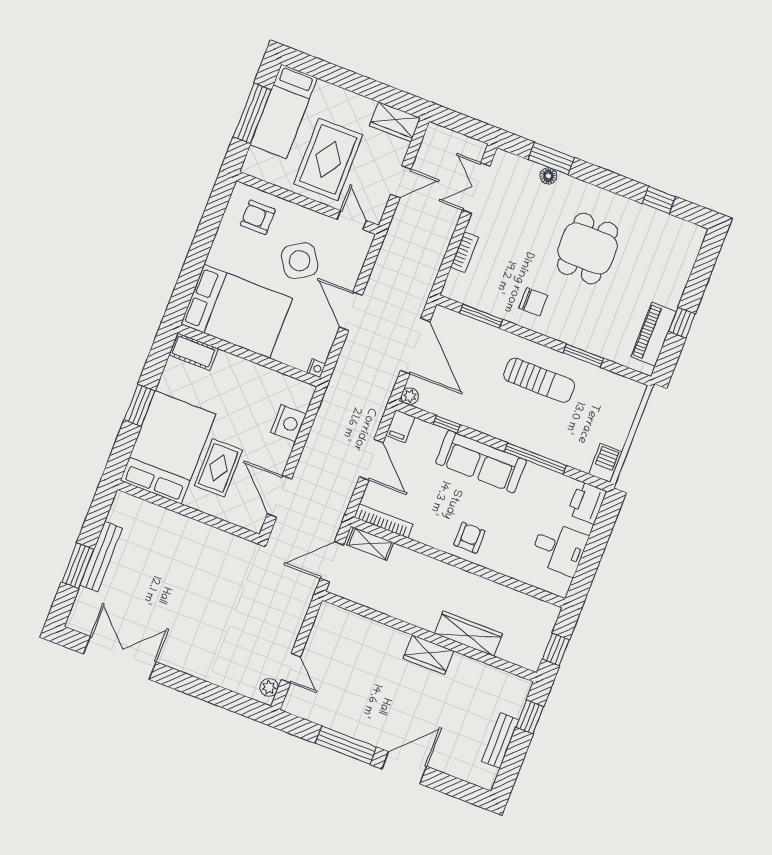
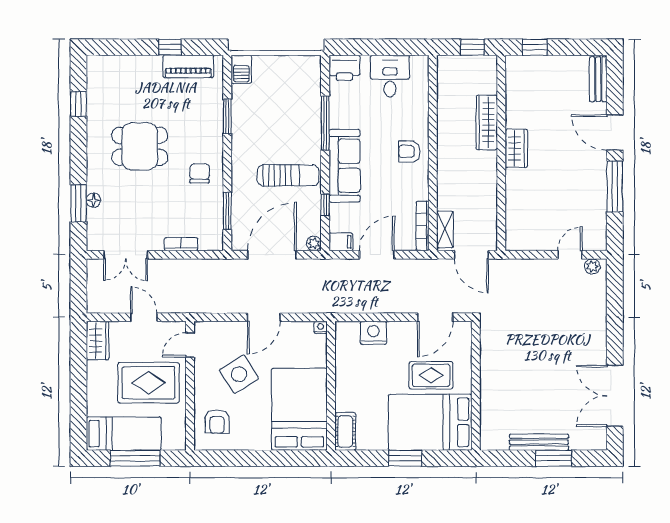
sun lounger: (539, 380) -> (288, 175), moved, turned 90
barbecue: (605, 463) -> (241, 69), moved, turned -90
bench: (500, 740) -> (598, 79), moved, turned 90

